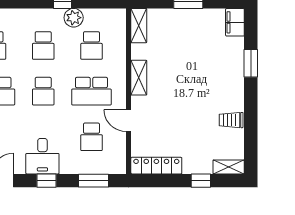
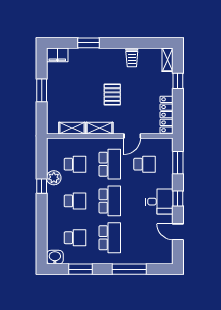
shelving: (139, 26) -> (72, 128), moved
school desk: (43, 91) -> (110, 201), width x1.85
pallet: (183, 94) -> (112, 95), added

